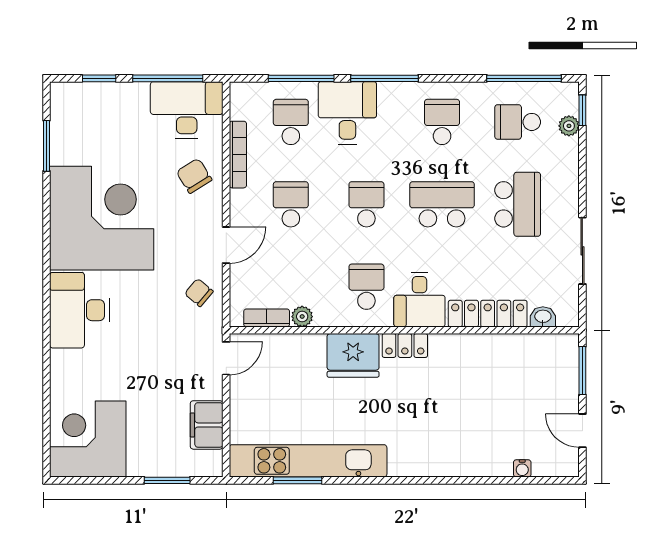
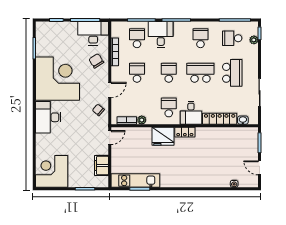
kitchen unit: (308, 461) -> (135, 181), width x0.73

